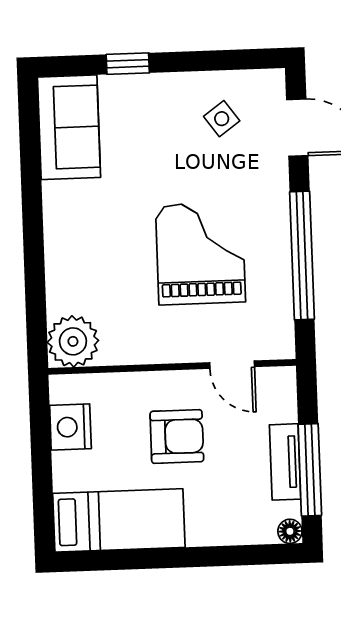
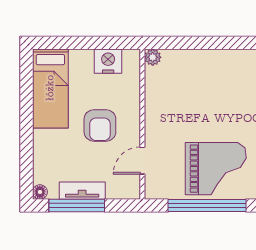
grand piano: (200, 254) -> (216, 169), moved
plant: (73, 341) -> (153, 57), width x0.53, depth x0.53

